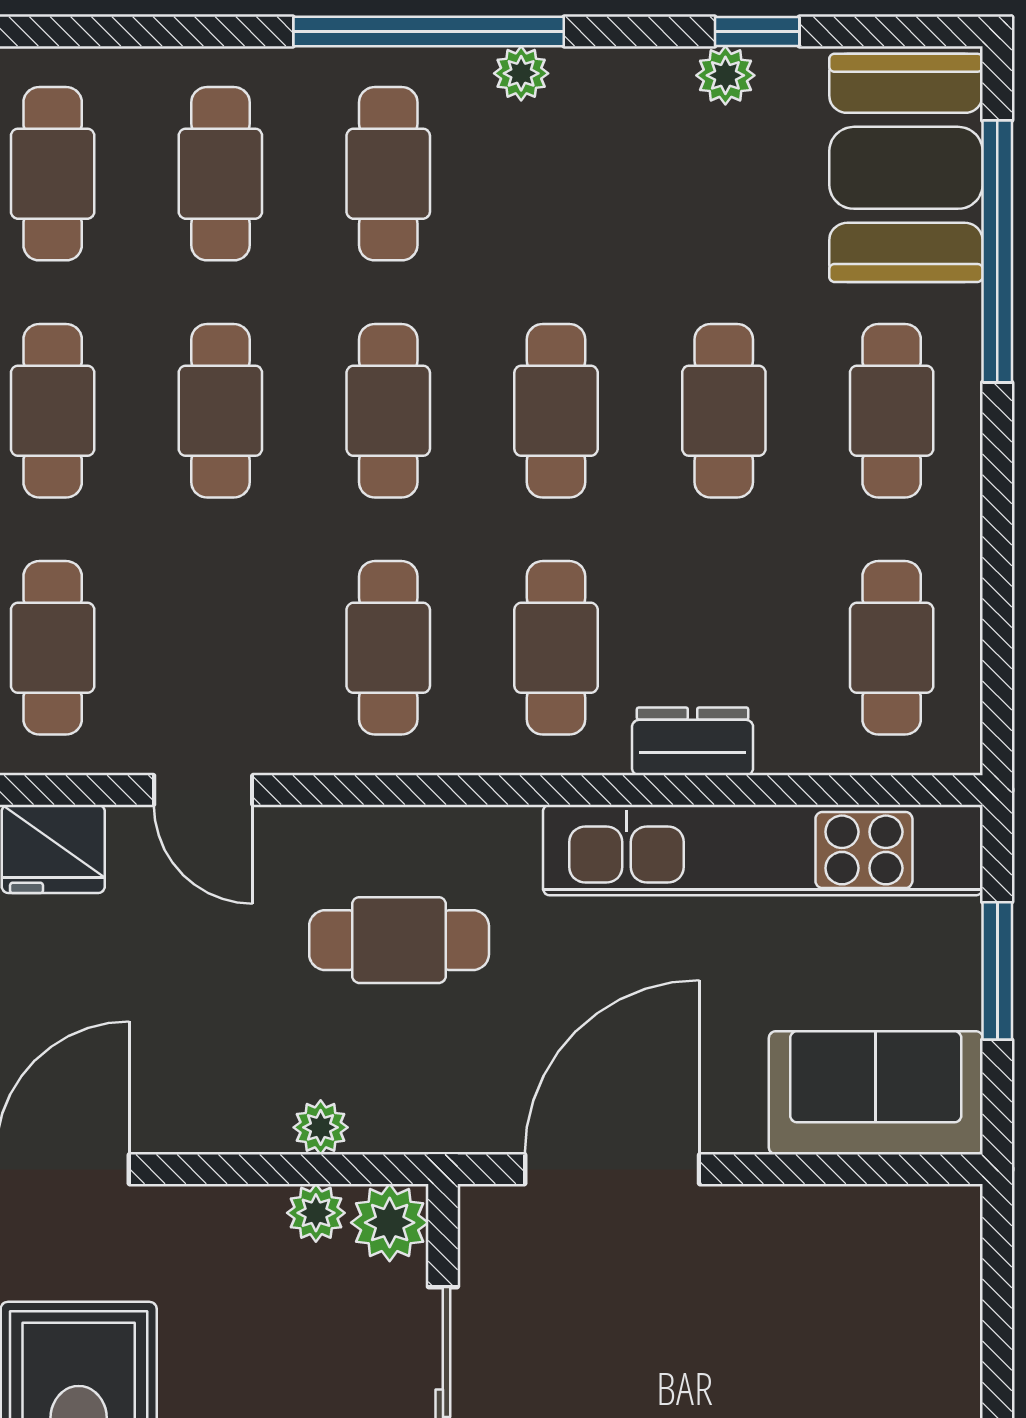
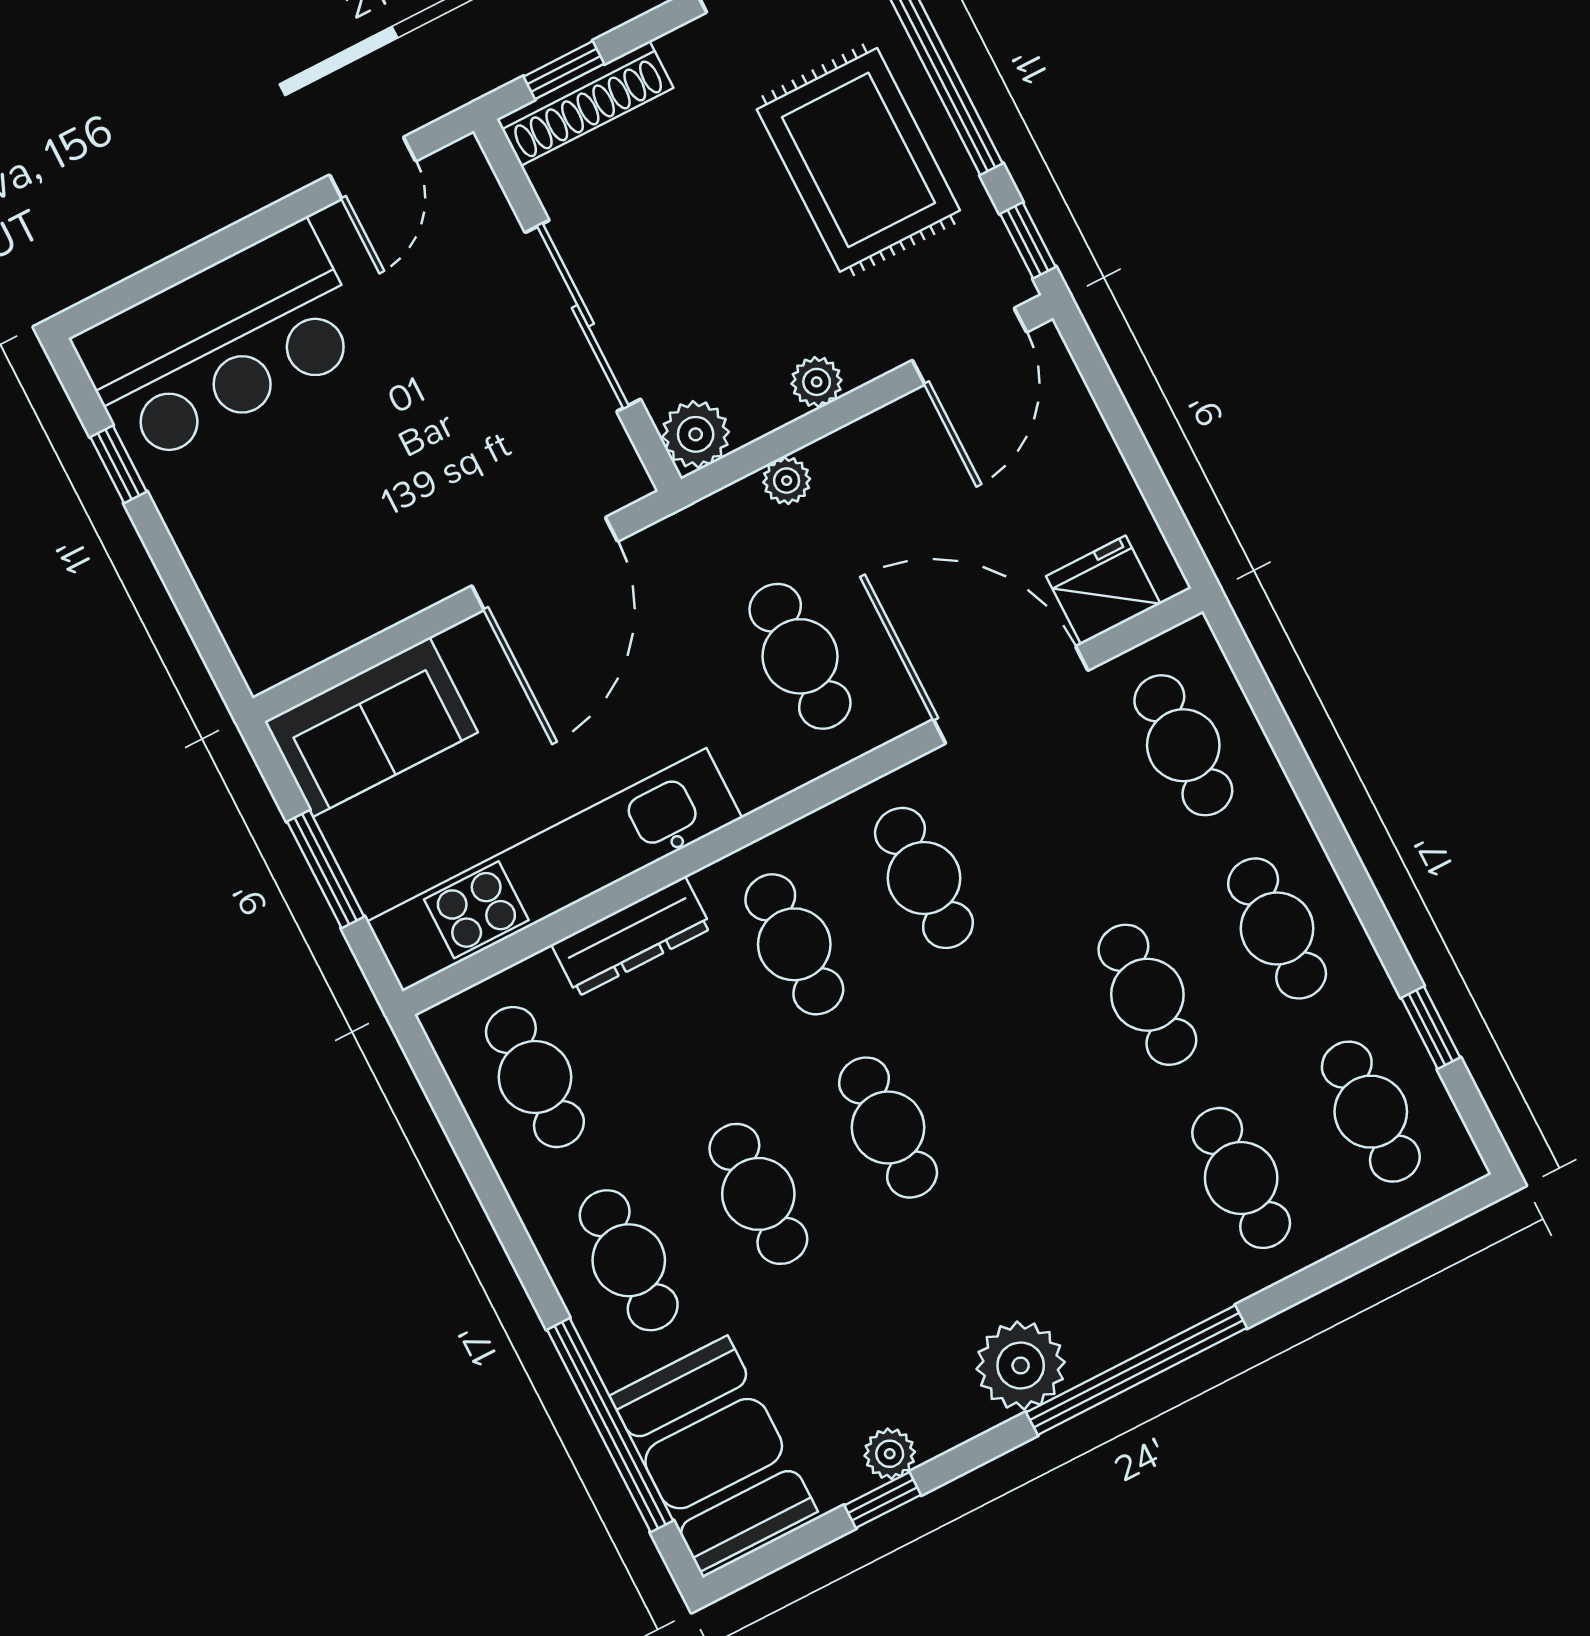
plant: (521, 73) -> (1021, 1366), width x1.87, depth x1.87
cafe table: (388, 174) -> (1111, 1244), removed
cafe table: (388, 411) -> (1018, 1061), removed
dresser: (693, 741) -> (631, 936), width x1.44
door: (203, 790) -> (1011, 695), width x1.87
cafe table: (399, 940) -> (800, 656), turned 90
plant: (316, 1213) -> (817, 382), moved

